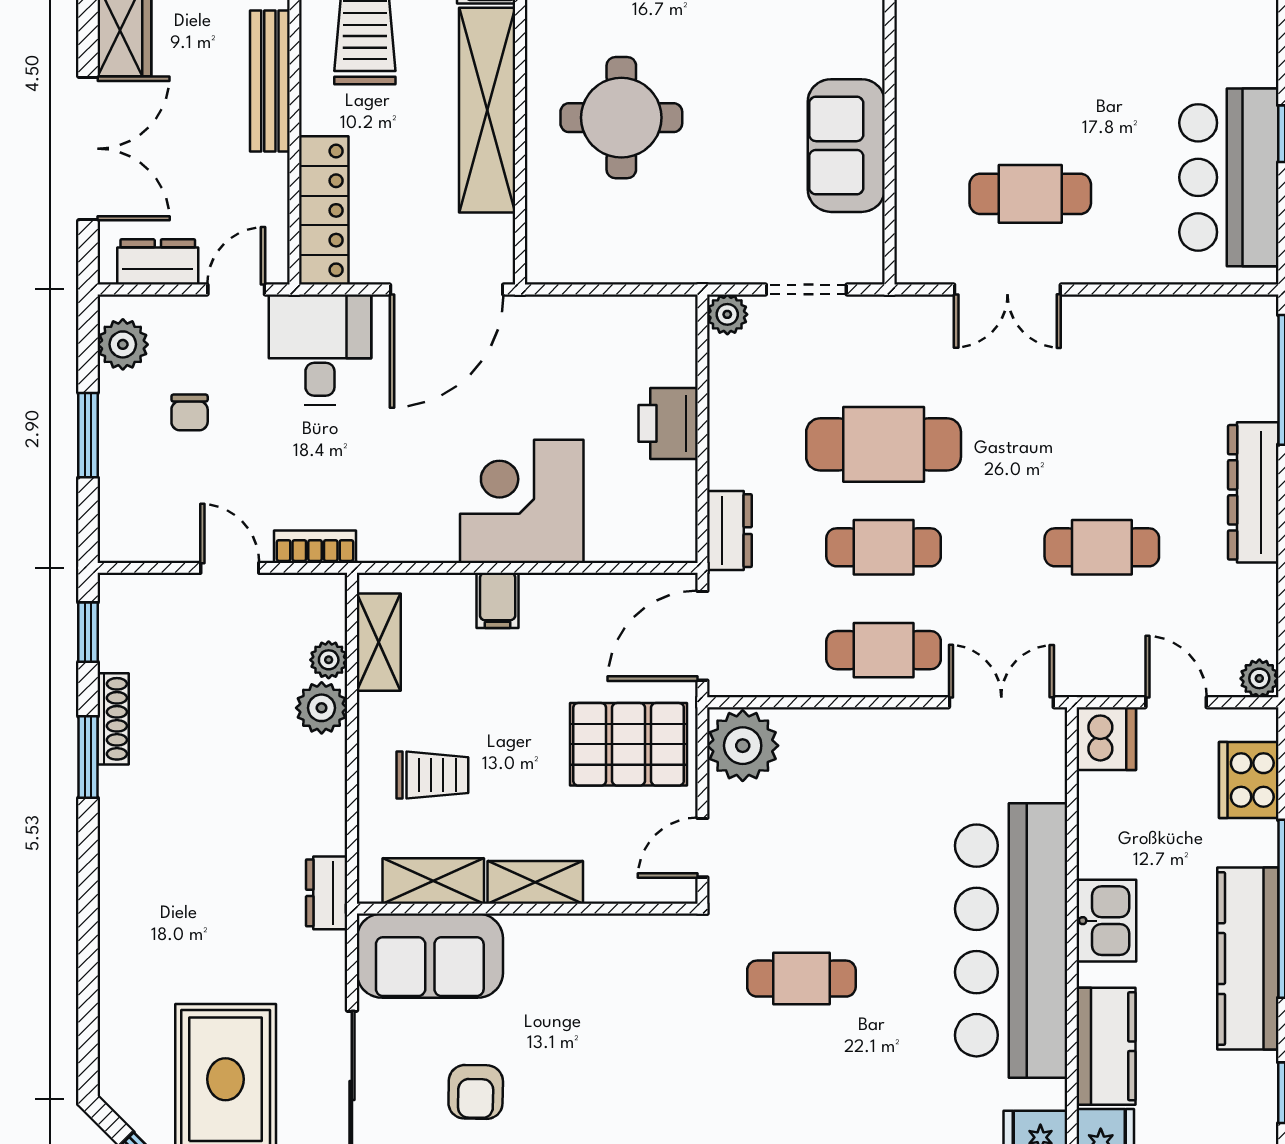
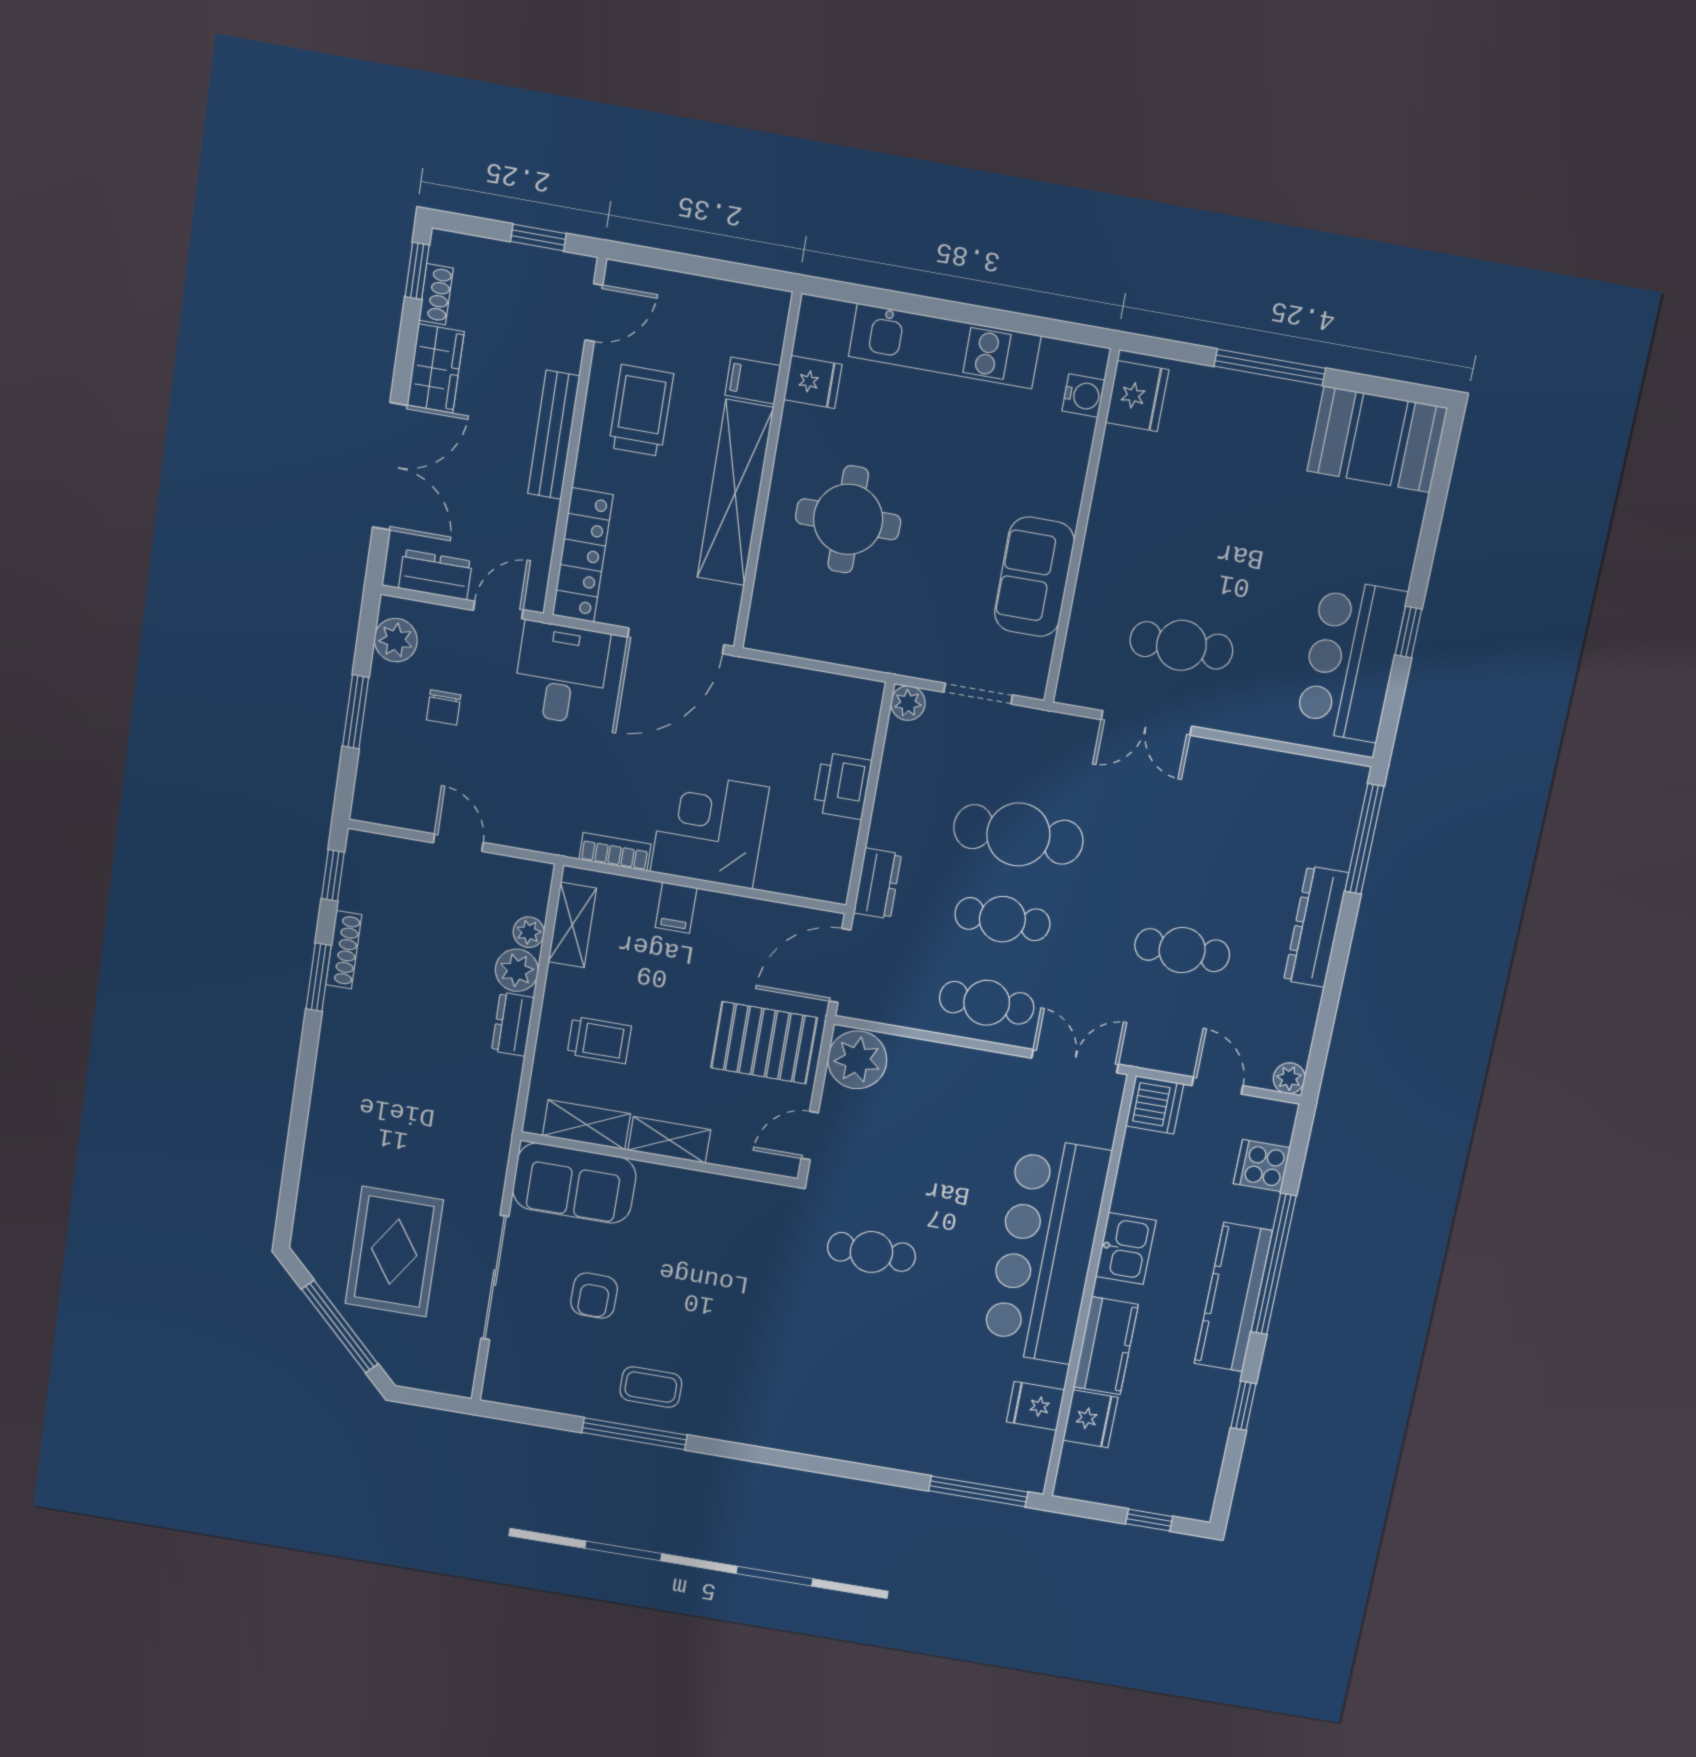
bookcase: (315, 547) -> (615, 852), moved
cooker: (1249, 780) -> (1262, 1166), width x0.73
dresser: (327, 893) -> (513, 1024), moved

